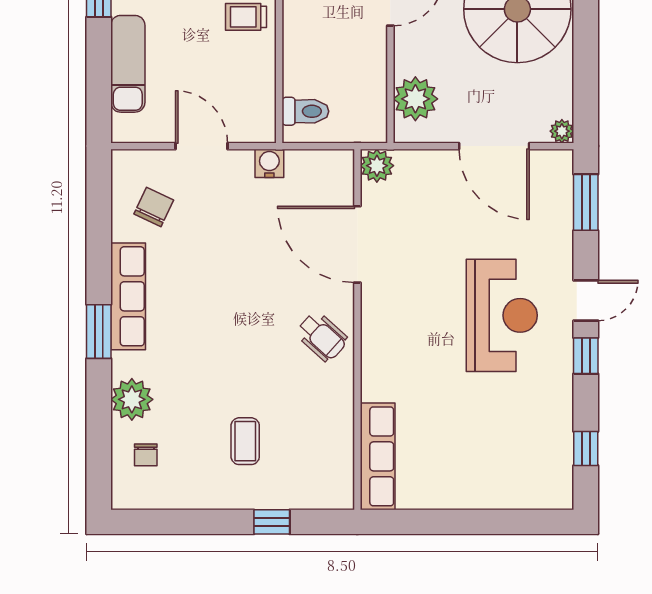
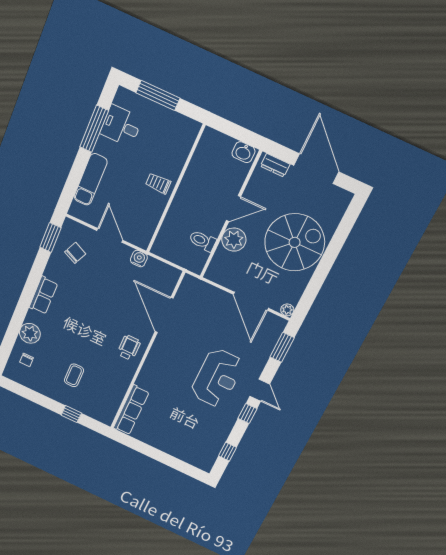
plant: (415, 99) -> (234, 240), moved
toilet: (305, 111) -> (203, 241), moved, turned 180
plant: (377, 166) -> (190, 284), removed
row of seats: (128, 296) -> (43, 295), width x0.68
door: (586, 300) -> (260, 390), hinge flipped
window: (99, 332) -> (50, 238), moved
wheelchair: (322, 337) -> (129, 348), turned -132

